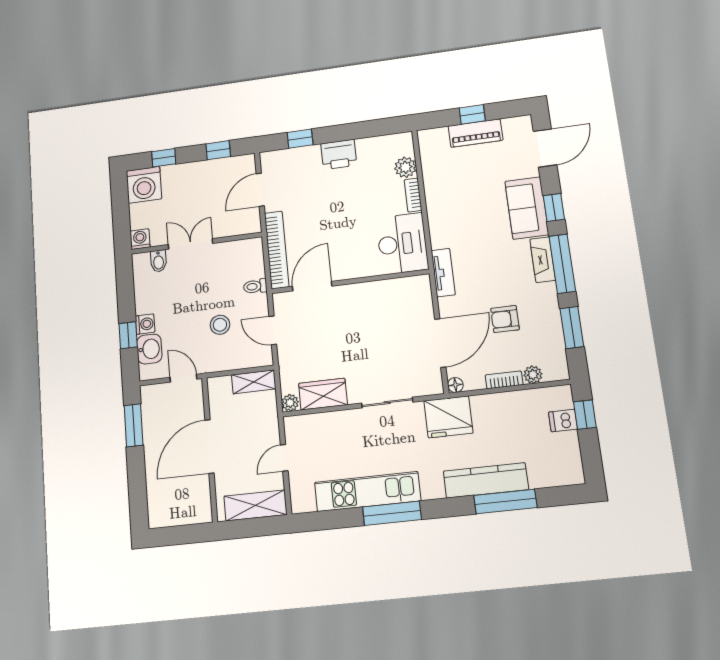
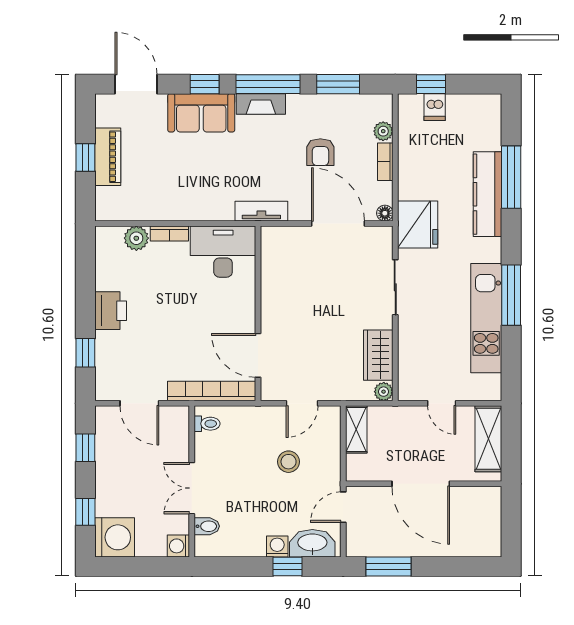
toilet: (255, 286) -> (207, 424), moved, turned -90
washbasin: (149, 349) -> (312, 543), width x1.38

